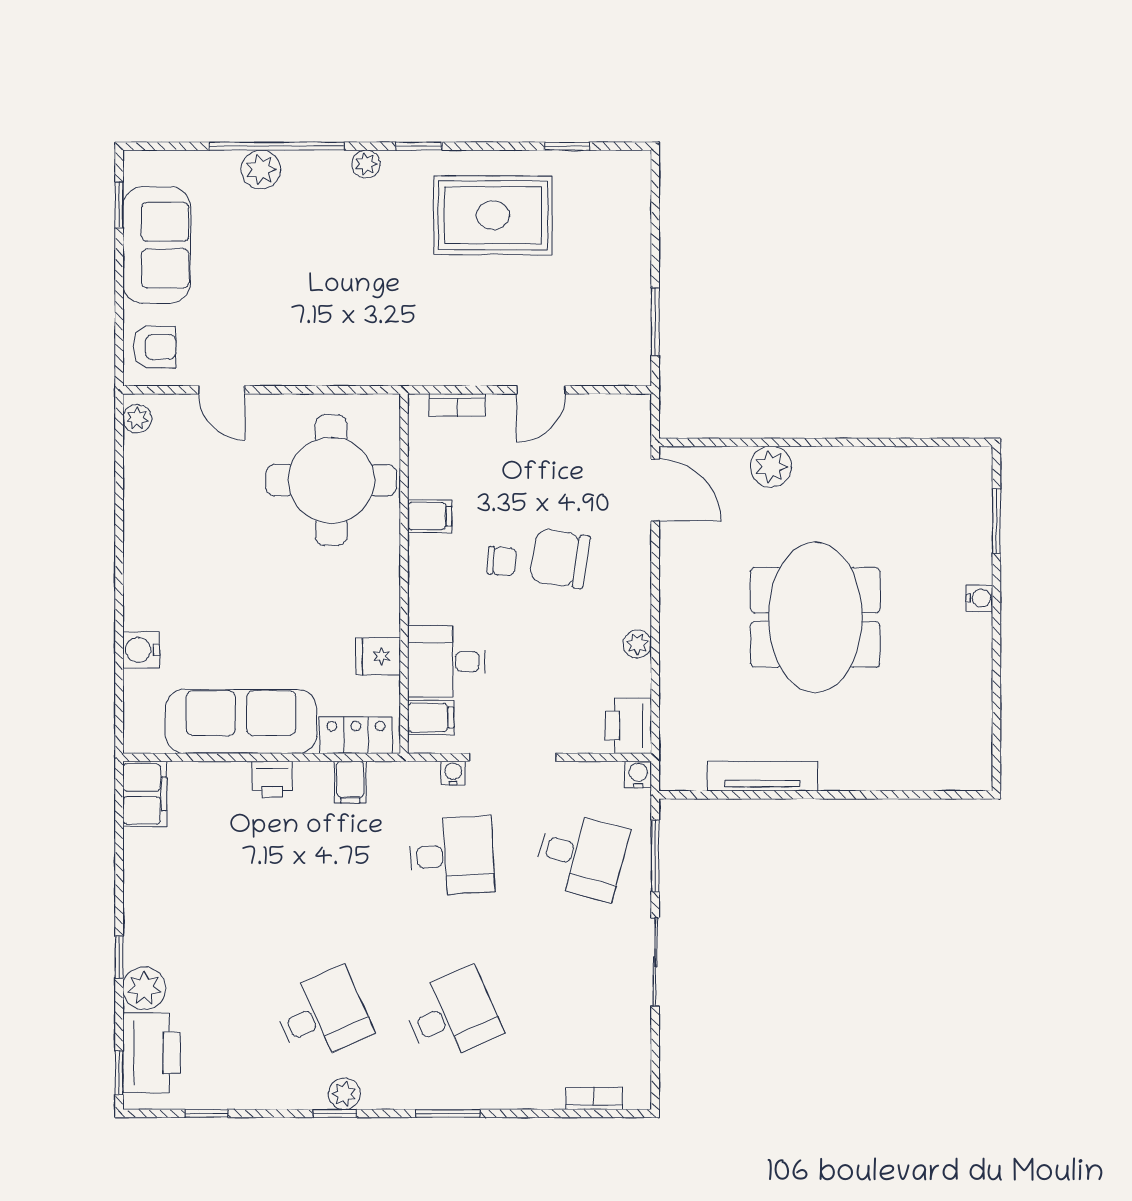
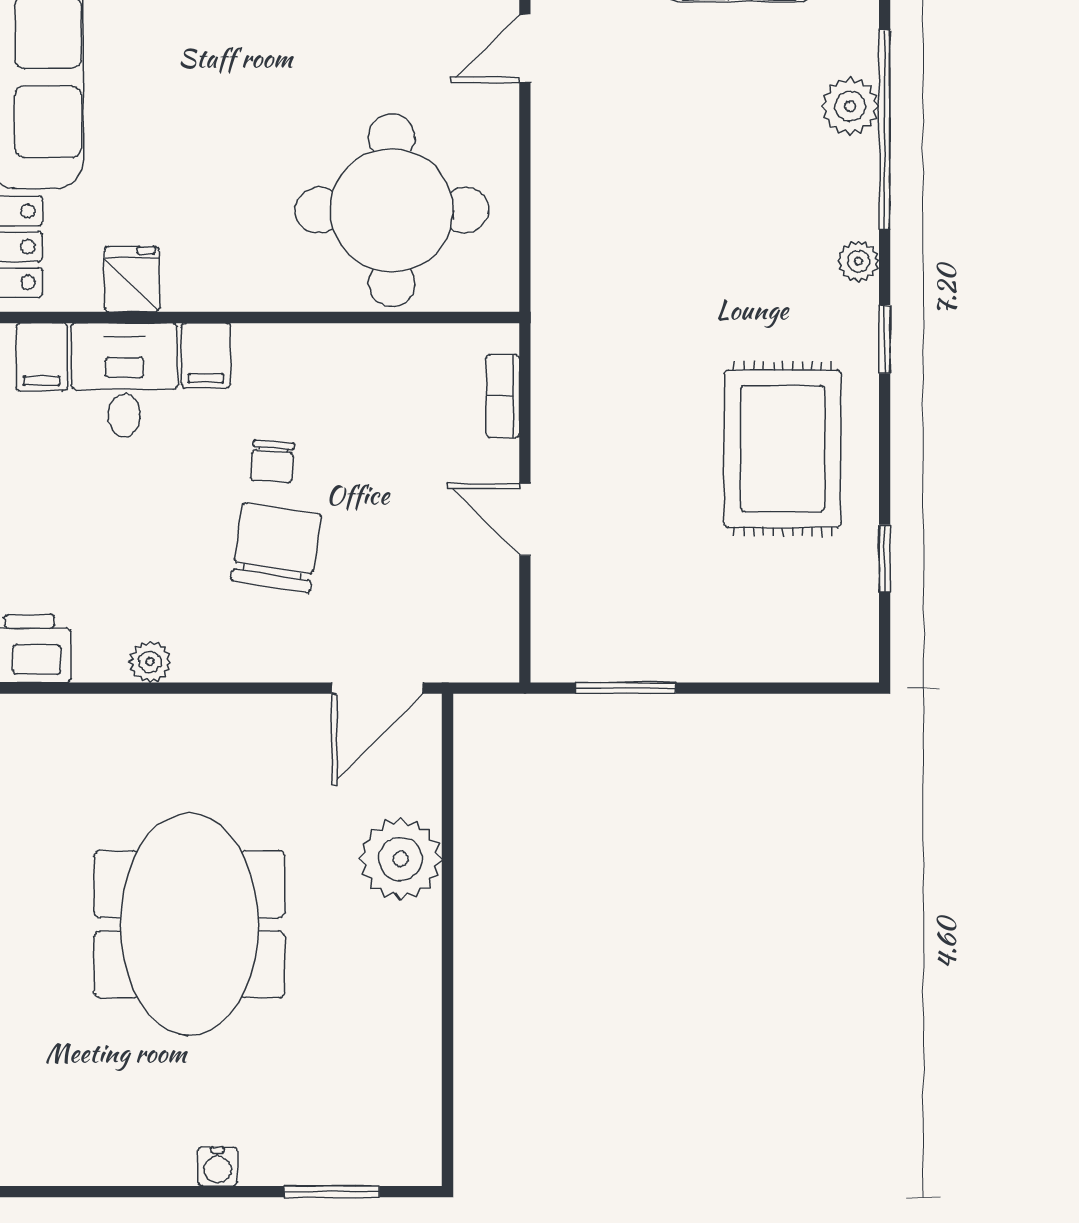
plant: (771, 467) -> (400, 859), width x1.36, depth x1.36
filing cabinet: (430, 516) -> (206, 355), moved
meeting table: (815, 617) -> (189, 924), turned 90

